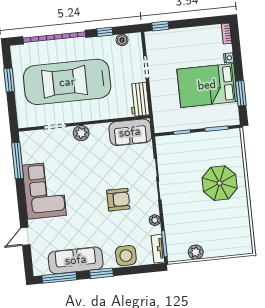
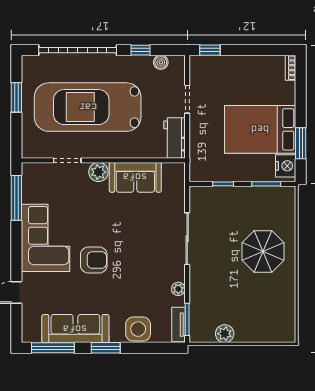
nightstand: (229, 58) -> (286, 166), moved, width x1.89, depth x1.79
sofa: (130, 132) -> (135, 177), moved
armchair: (118, 200) -> (94, 260), moved

